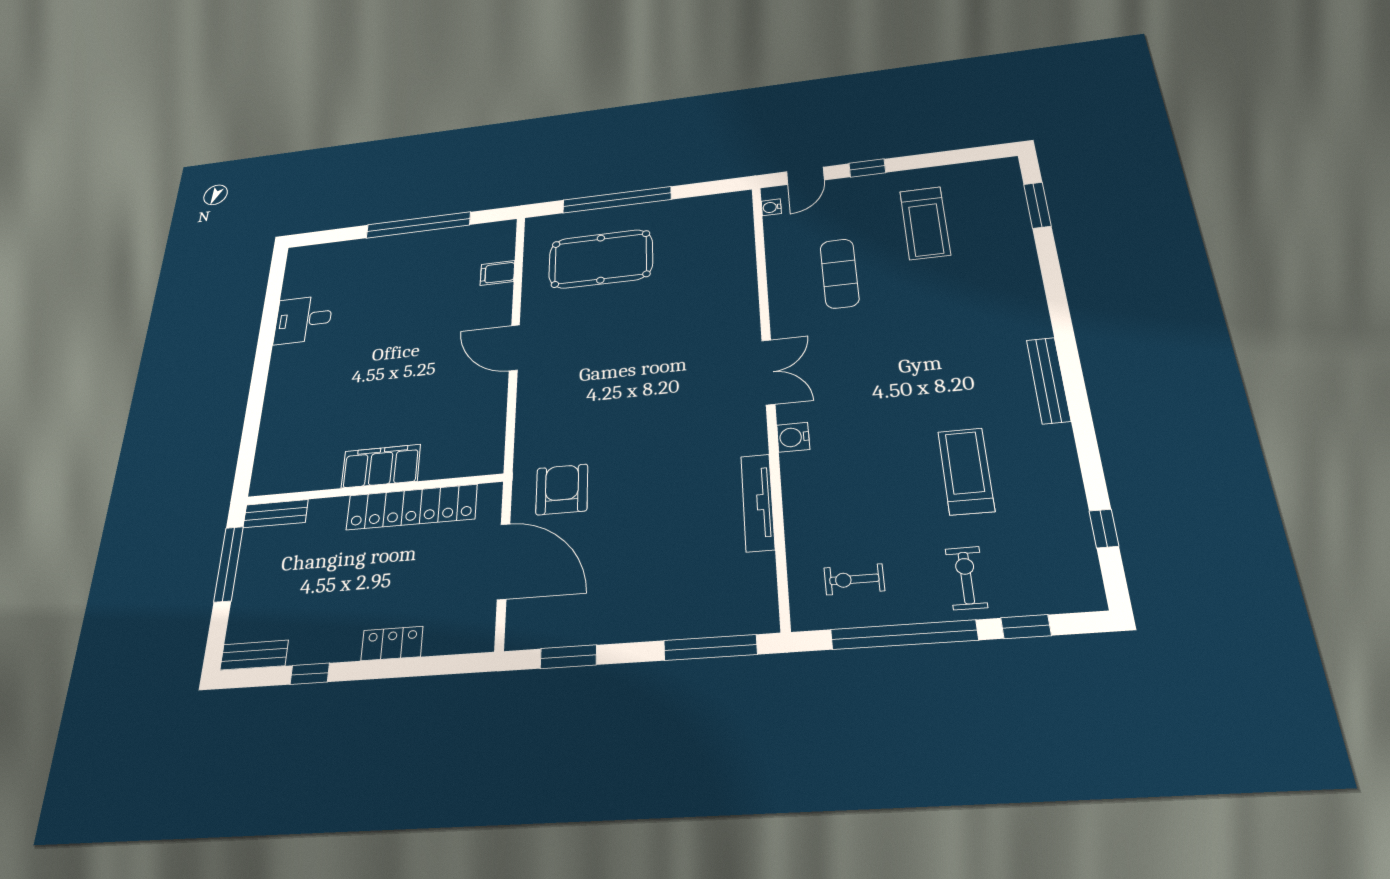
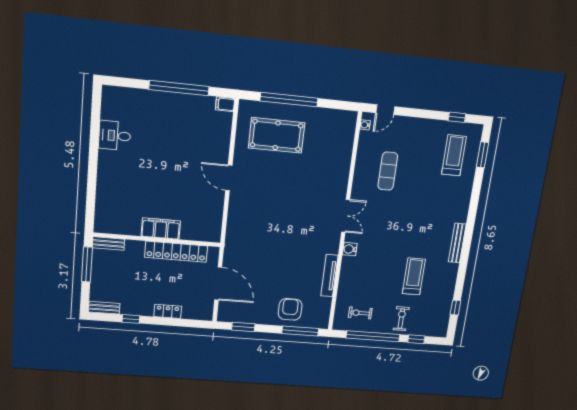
window: (867, 168) -> (457, 117), moved
treadmill: (925, 223) -> (454, 155), moved, turned 180
filing cabinet: (497, 273) -> (225, 104), moved
armchair: (562, 489) -> (290, 309), moved

